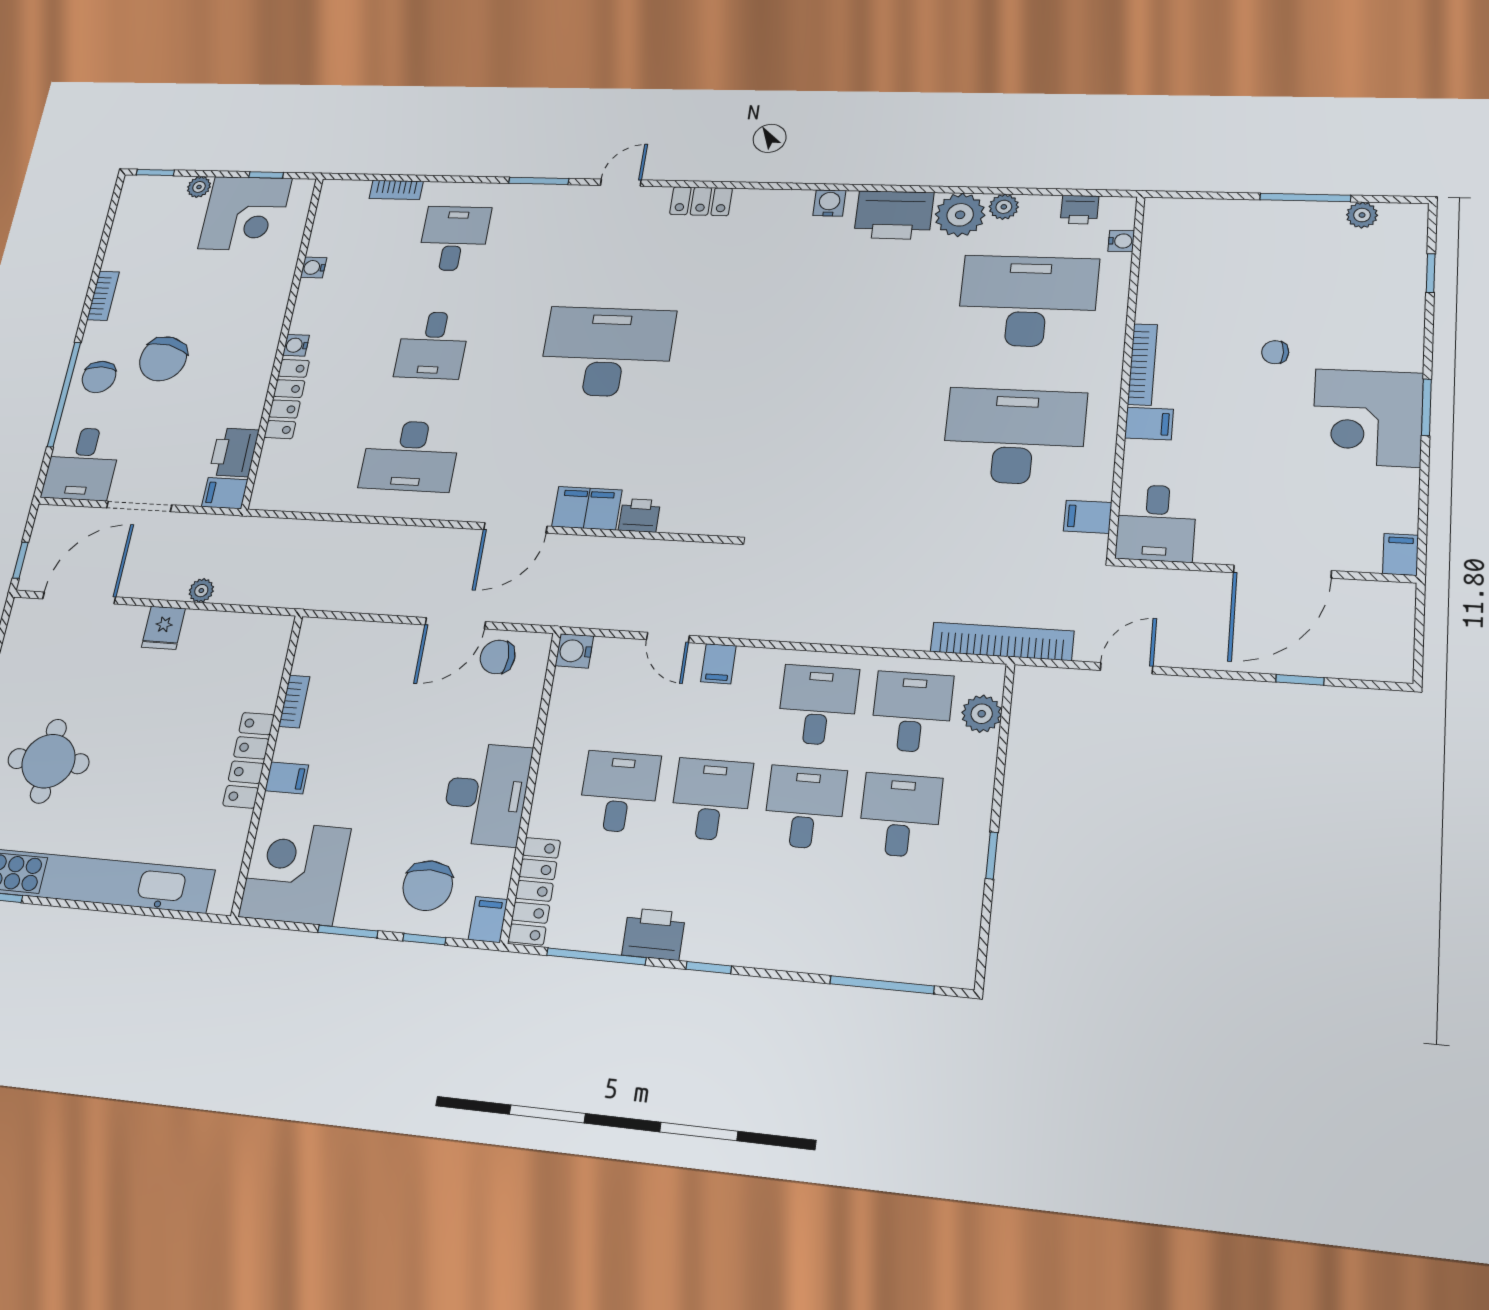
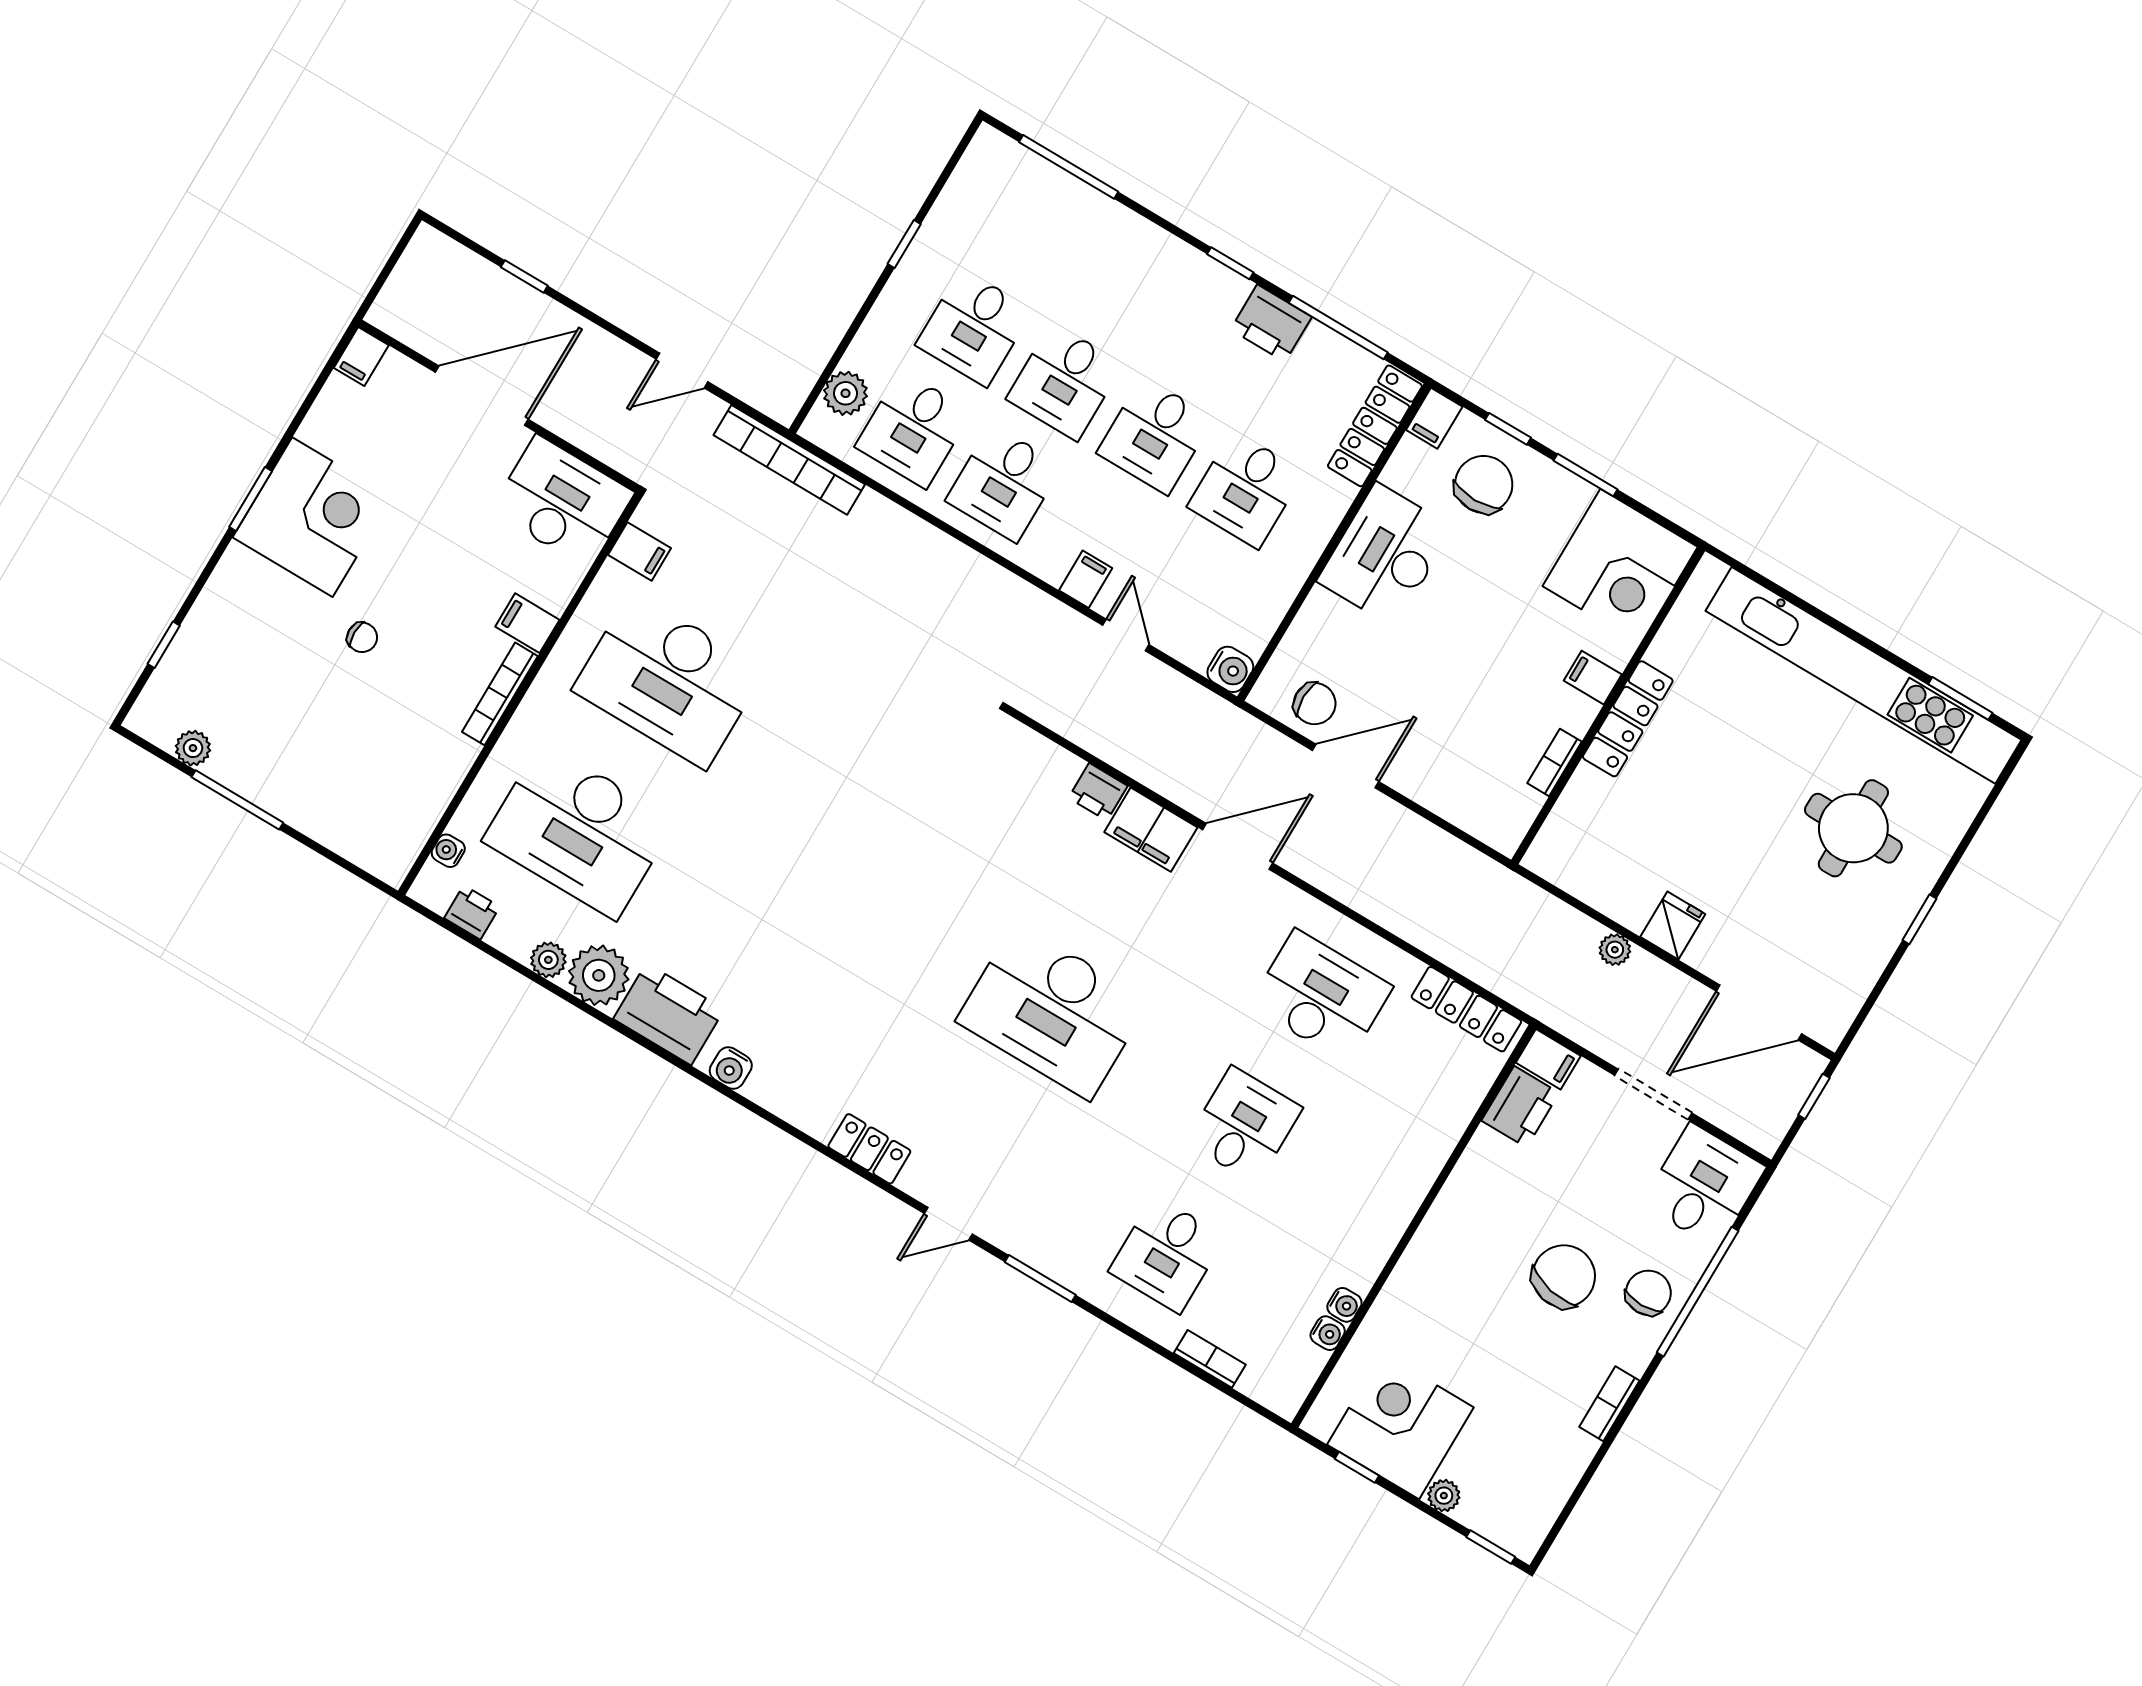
water cooler: (296, 345) -> (1328, 1333), moved
locker: (287, 399) -> (1466, 1009), moved, turned -90
desk: (1156, 523) -> (562, 502), width x1.37

